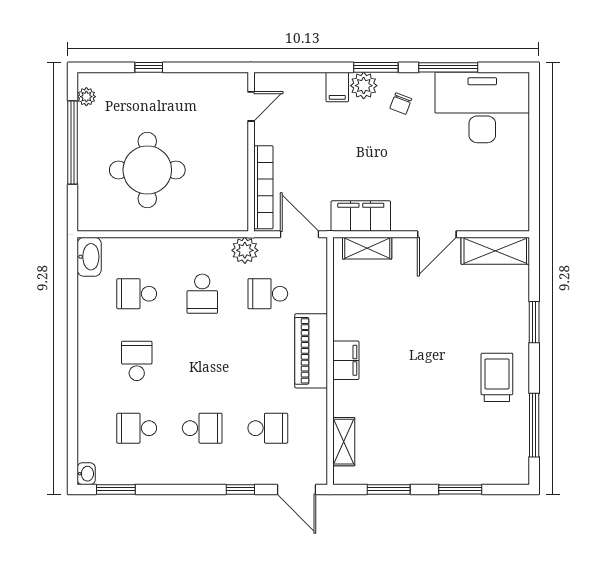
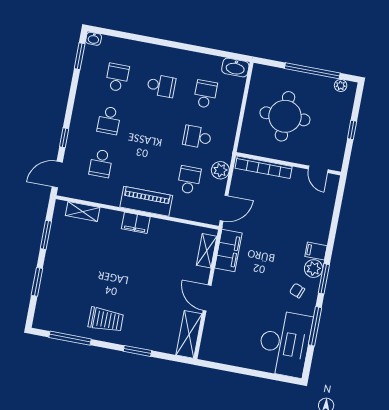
door: (251, 106) -> (318, 169), moved
wall: (251, 152) -> (288, 164), moved
bookcase: (263, 187) -> (264, 167), moved

